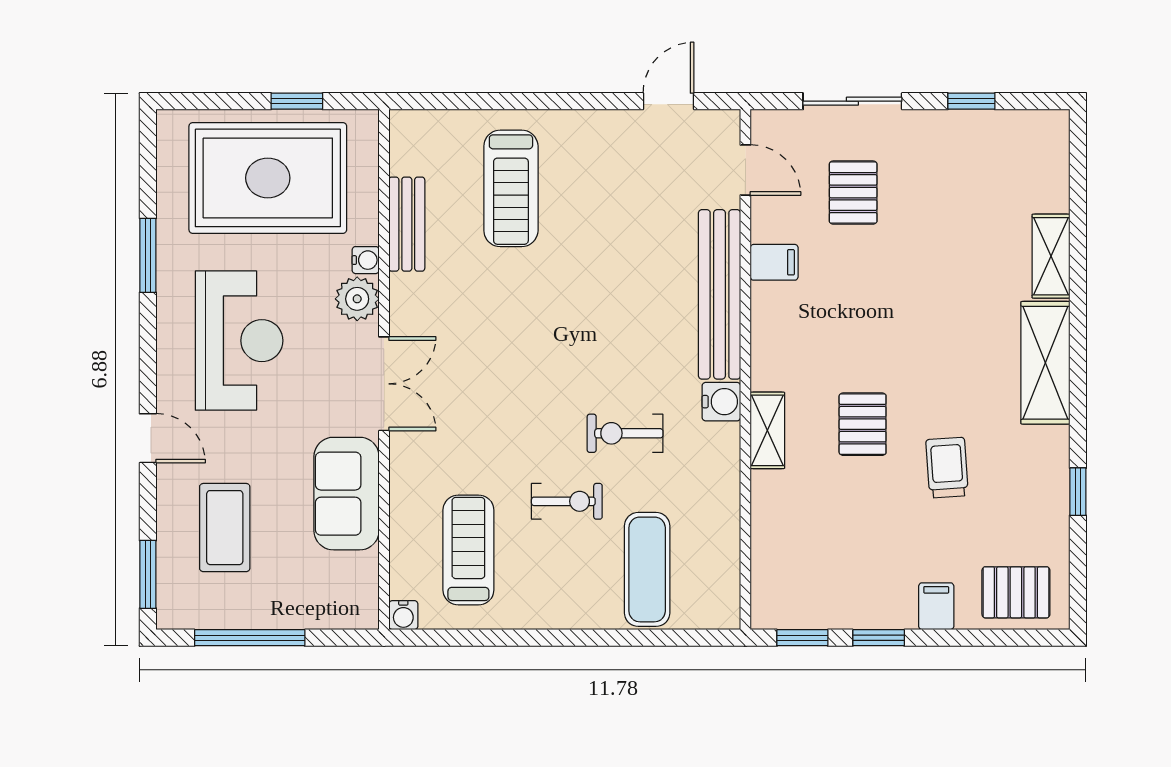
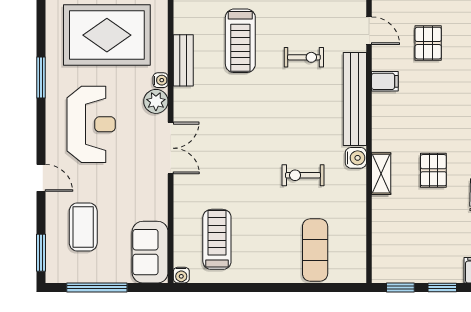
sofa: (347, 494) -> (150, 252), moved
exercise bike: (567, 501) -> (304, 57), moved

